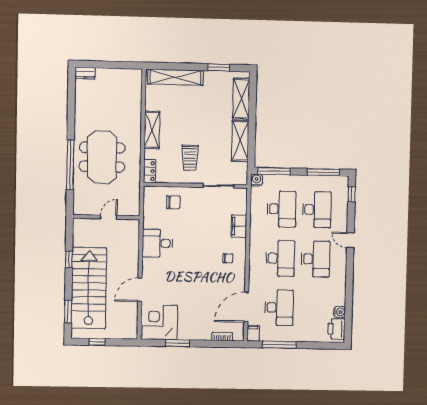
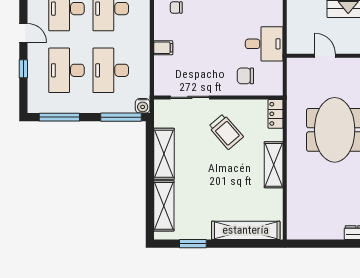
trolley: (190, 158) -> (226, 132), turned 139
window: (352, 194) -> (23, 69), moved
door: (109, 217) -> (325, 56), swing flipped
filing cabinet: (239, 226) -> (163, 48), width x0.50
desk: (157, 243) -> (264, 44), moved

